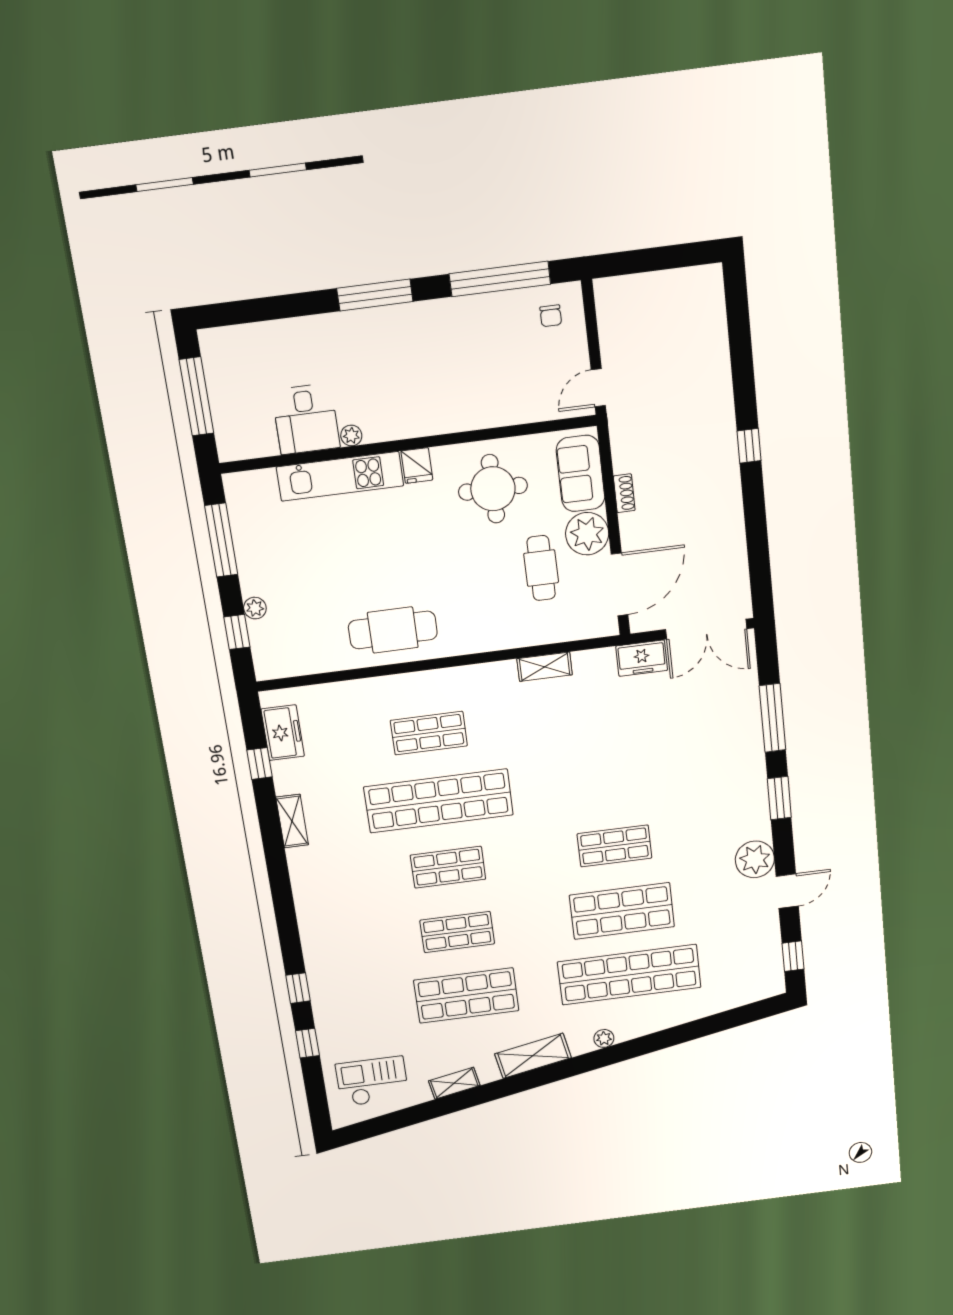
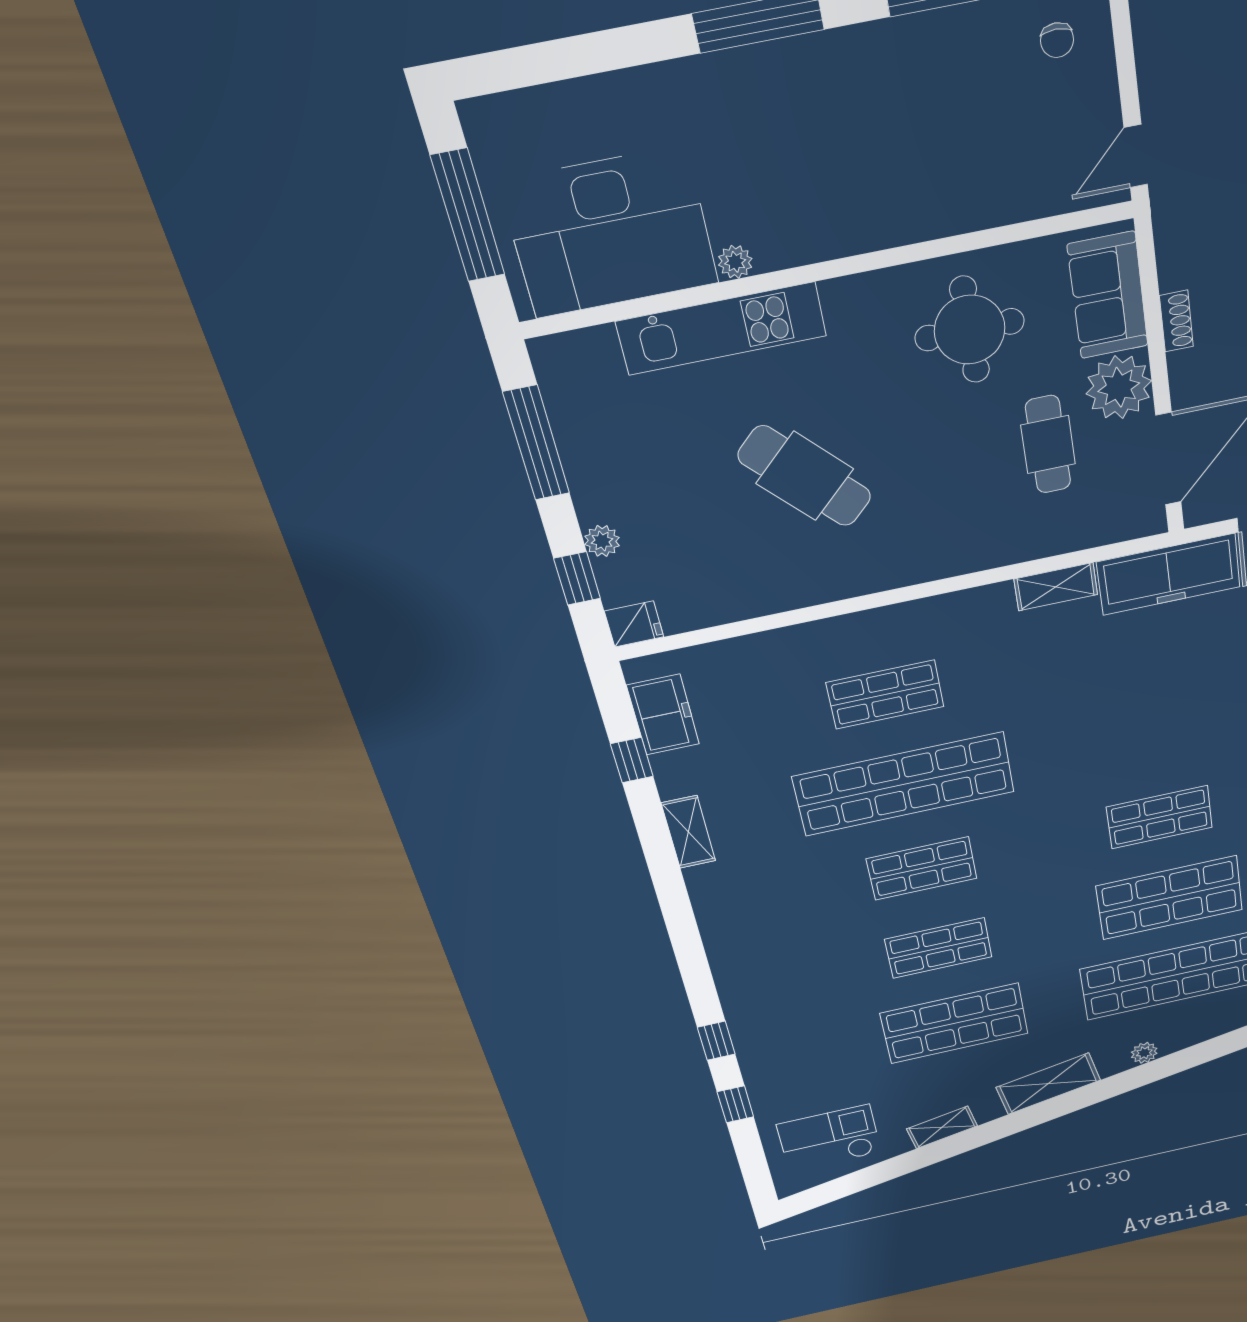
desk: (306, 419) -> (610, 233), width x1.87, depth x1.30
fridge: (417, 466) -> (634, 624), moved, turned -90
cafe table: (393, 630) -> (805, 476), moved, turned 46
freezer: (642, 658) -> (1169, 574), width x1.91, depth x1.26

